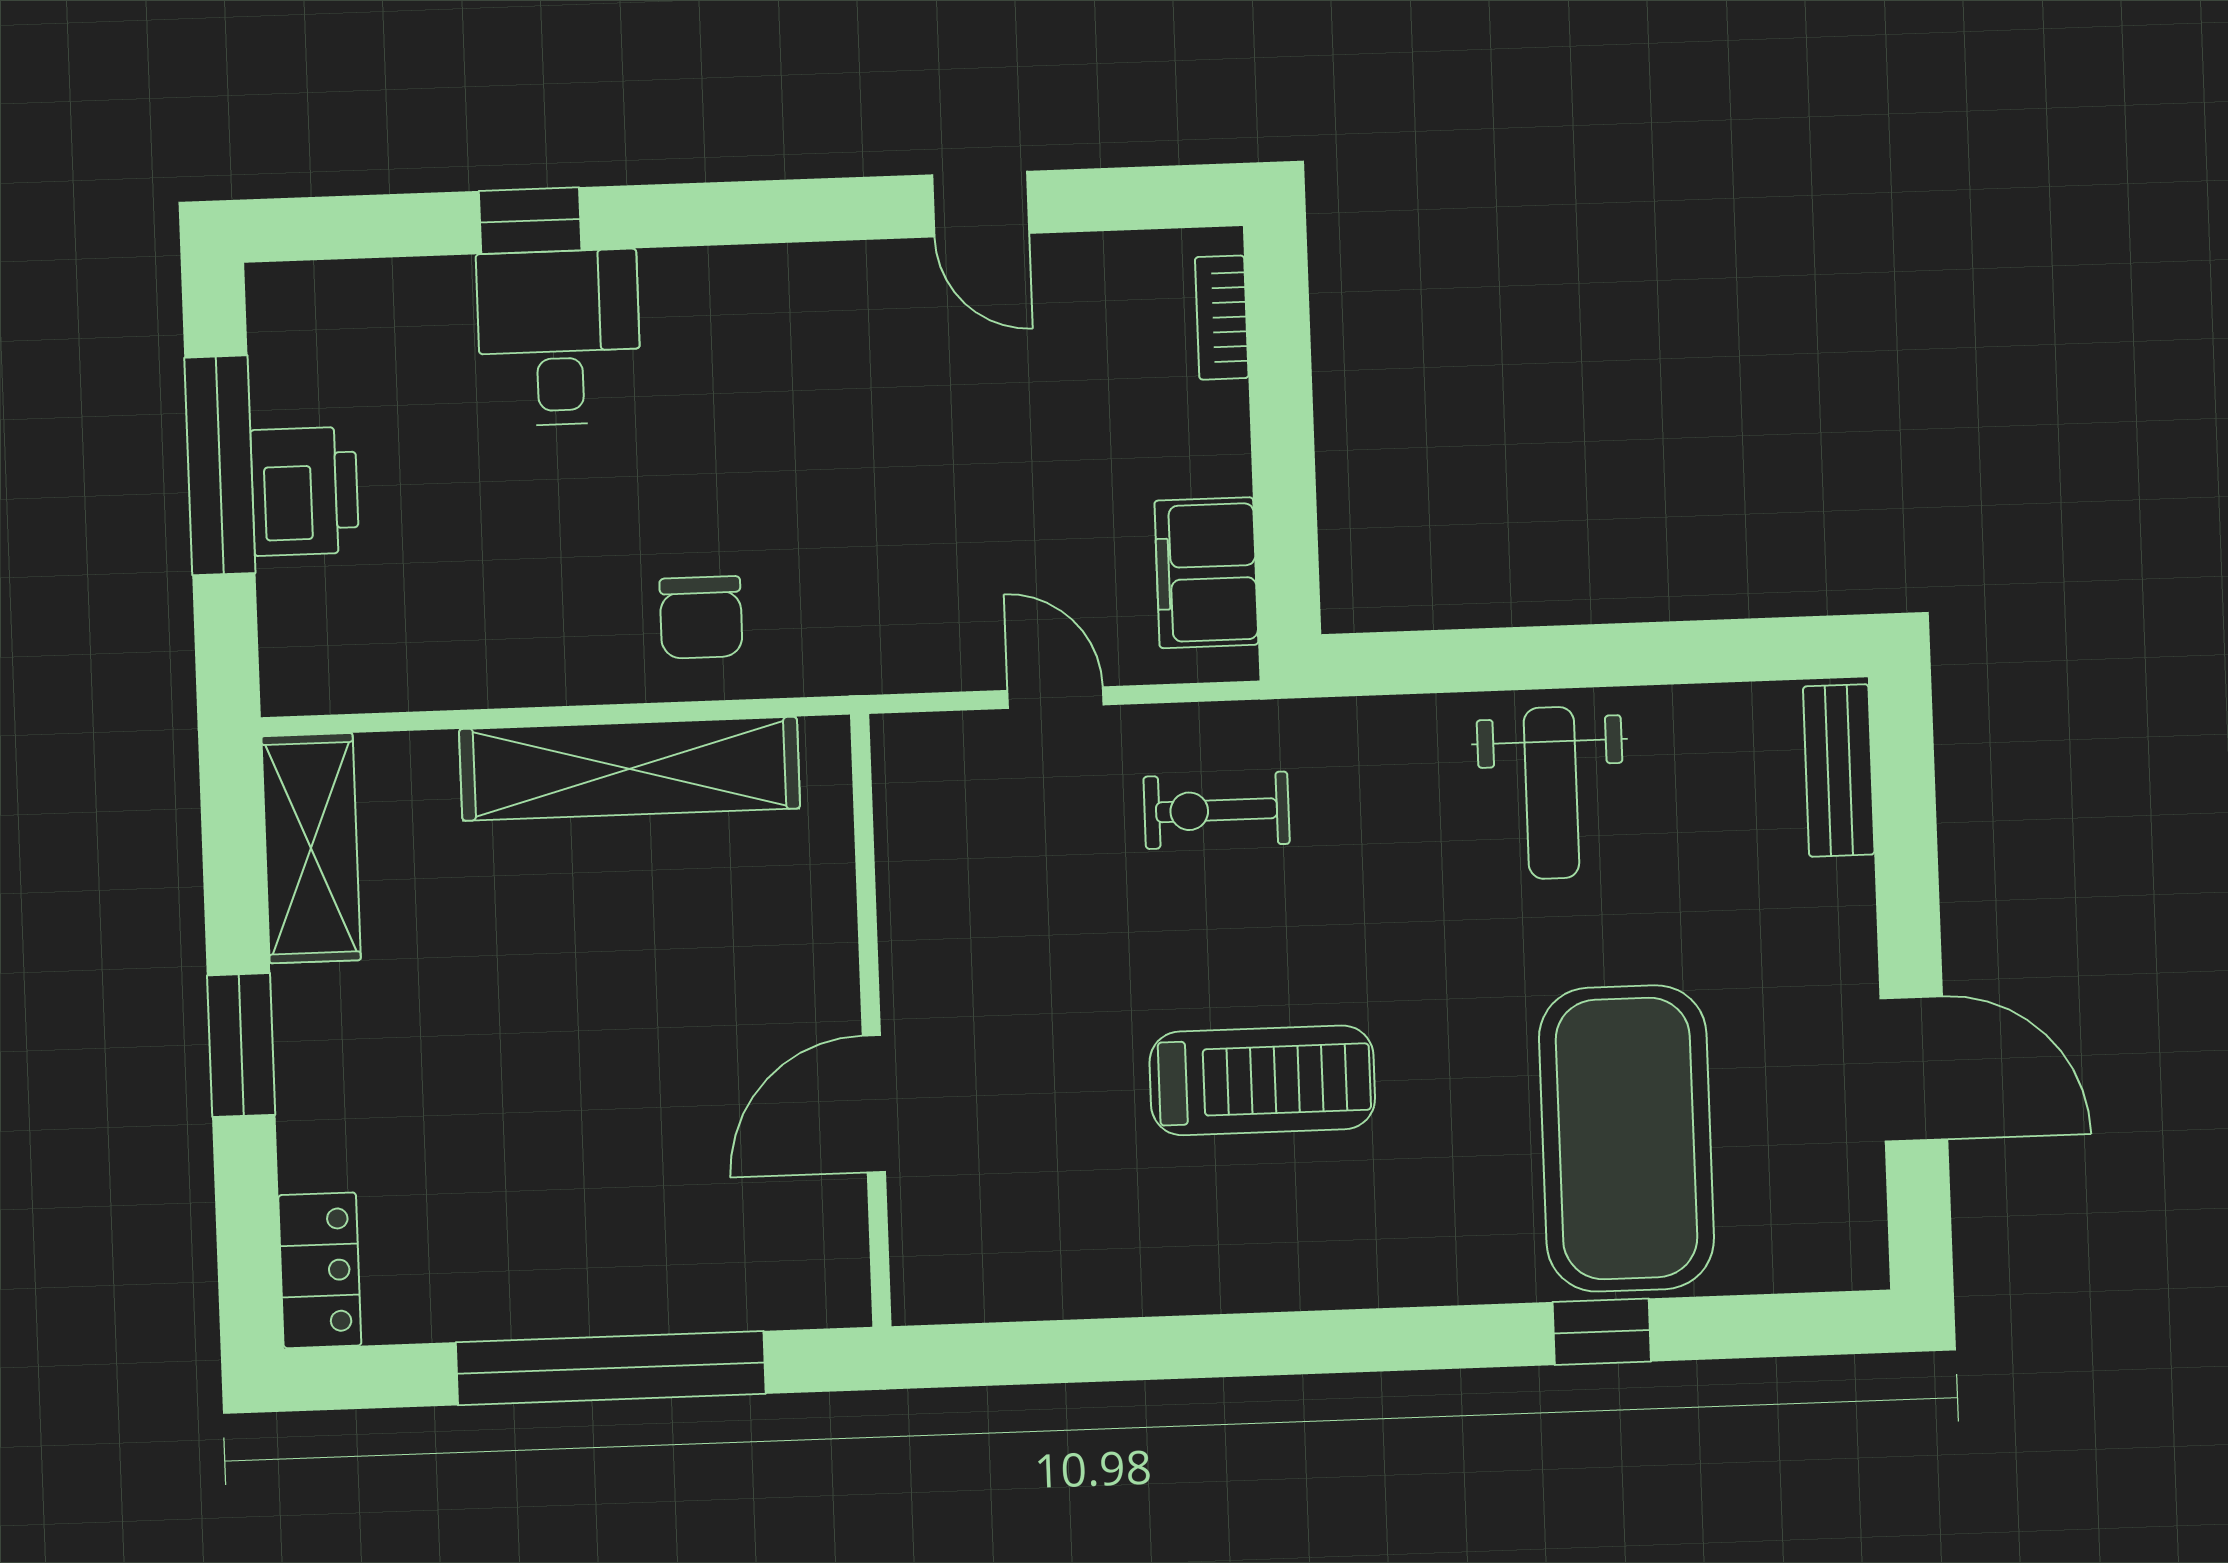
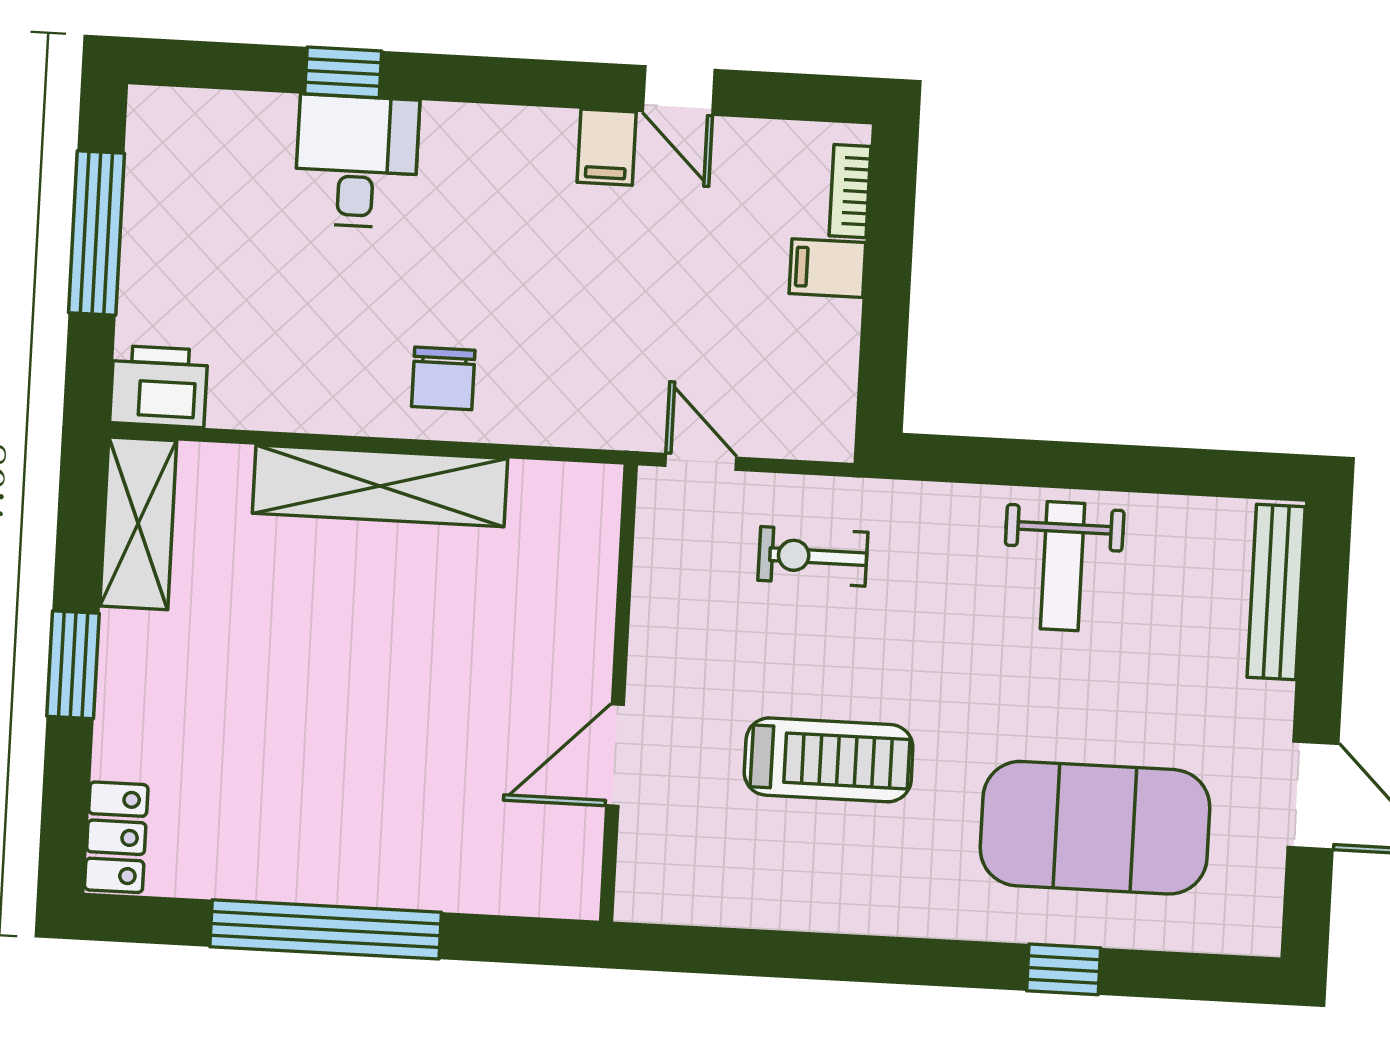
filing cabinet: (891, 288) -> (607, 147), added
printer: (305, 491) -> (159, 386), moved, turned -90
filing cabinet: (1206, 573) -> (827, 268), moved, width x0.50
bench: (1839, 770) -> (1276, 592), width x1.36
wall: (871, 1020) -> (618, 693), moved
door: (874, 1104) -> (615, 755), moved
exercise mat: (1626, 1138) -> (1095, 828), turned 90

